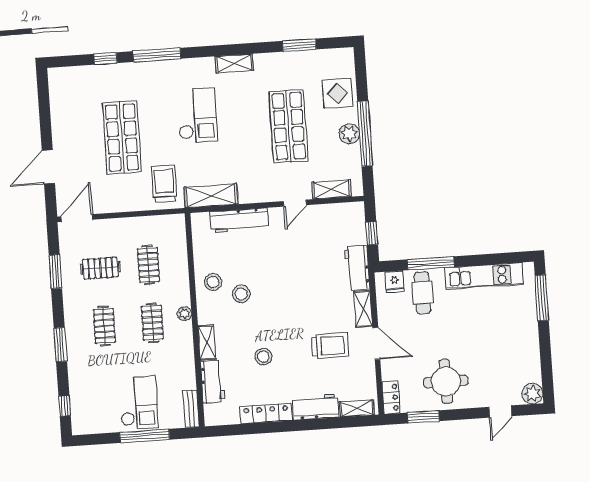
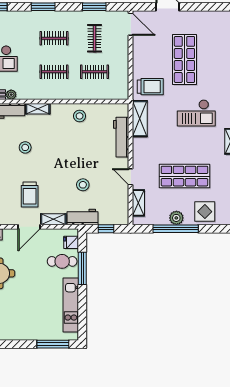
shop shelf: (122, 137) -> (184, 59), turned 90
stool: (241, 294) -> (83, 185), moved
plant: (184, 314) -> (11, 95), moved

